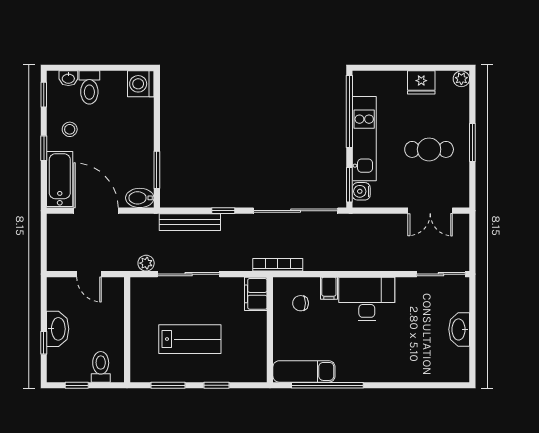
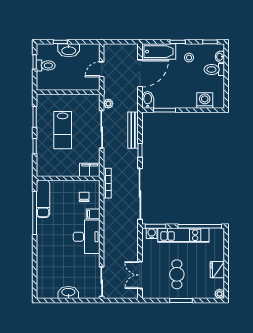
washing machine: (141, 84) -> (205, 100), moved
toilet: (101, 367) -> (46, 65), moved

